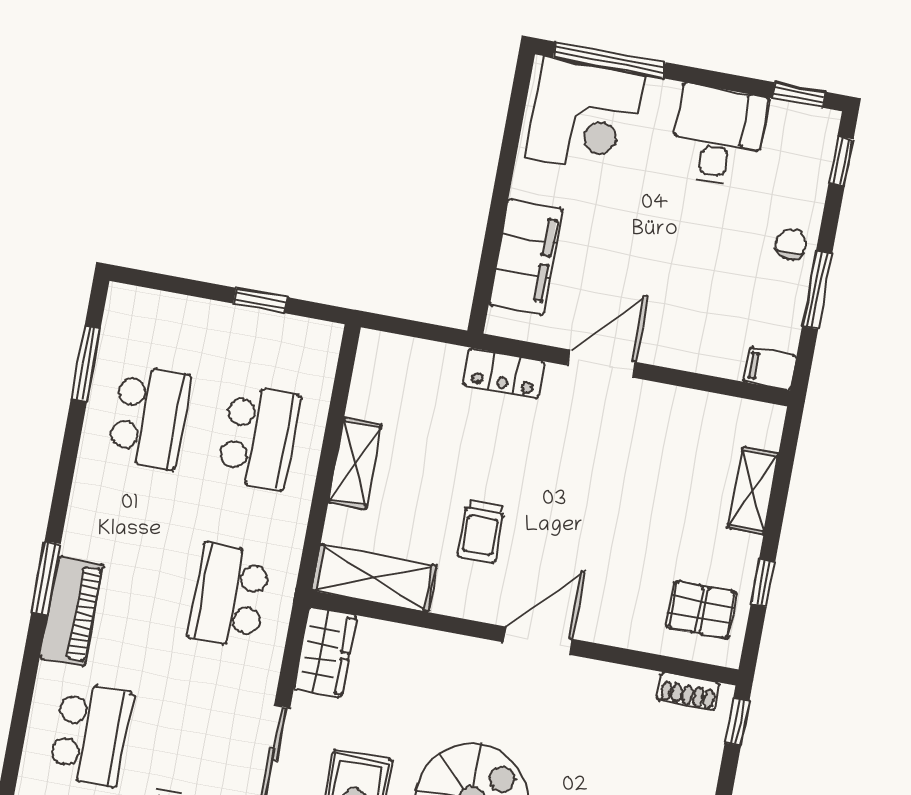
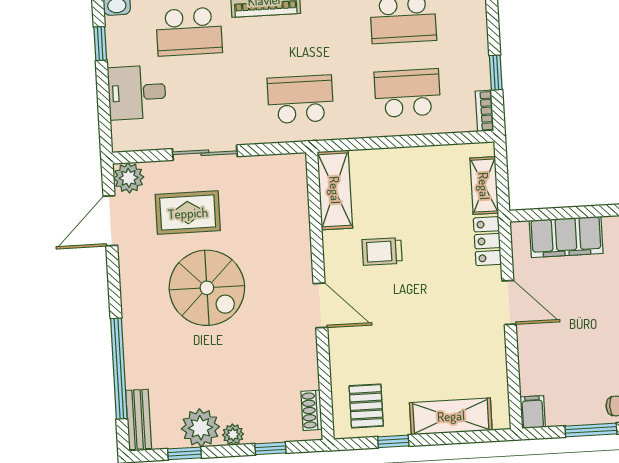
bookcase: (312, 331) -> (484, 111), added
school desk: (259, 437) -> (407, 93), turned 180
shelving: (355, 464) -> (484, 186), moved, turned 90
shelving: (753, 491) -> (451, 416), width x1.50, depth x1.33
wardrobe: (325, 652) -> (279, 170), removed
window: (737, 722) -> (270, 448), moved

